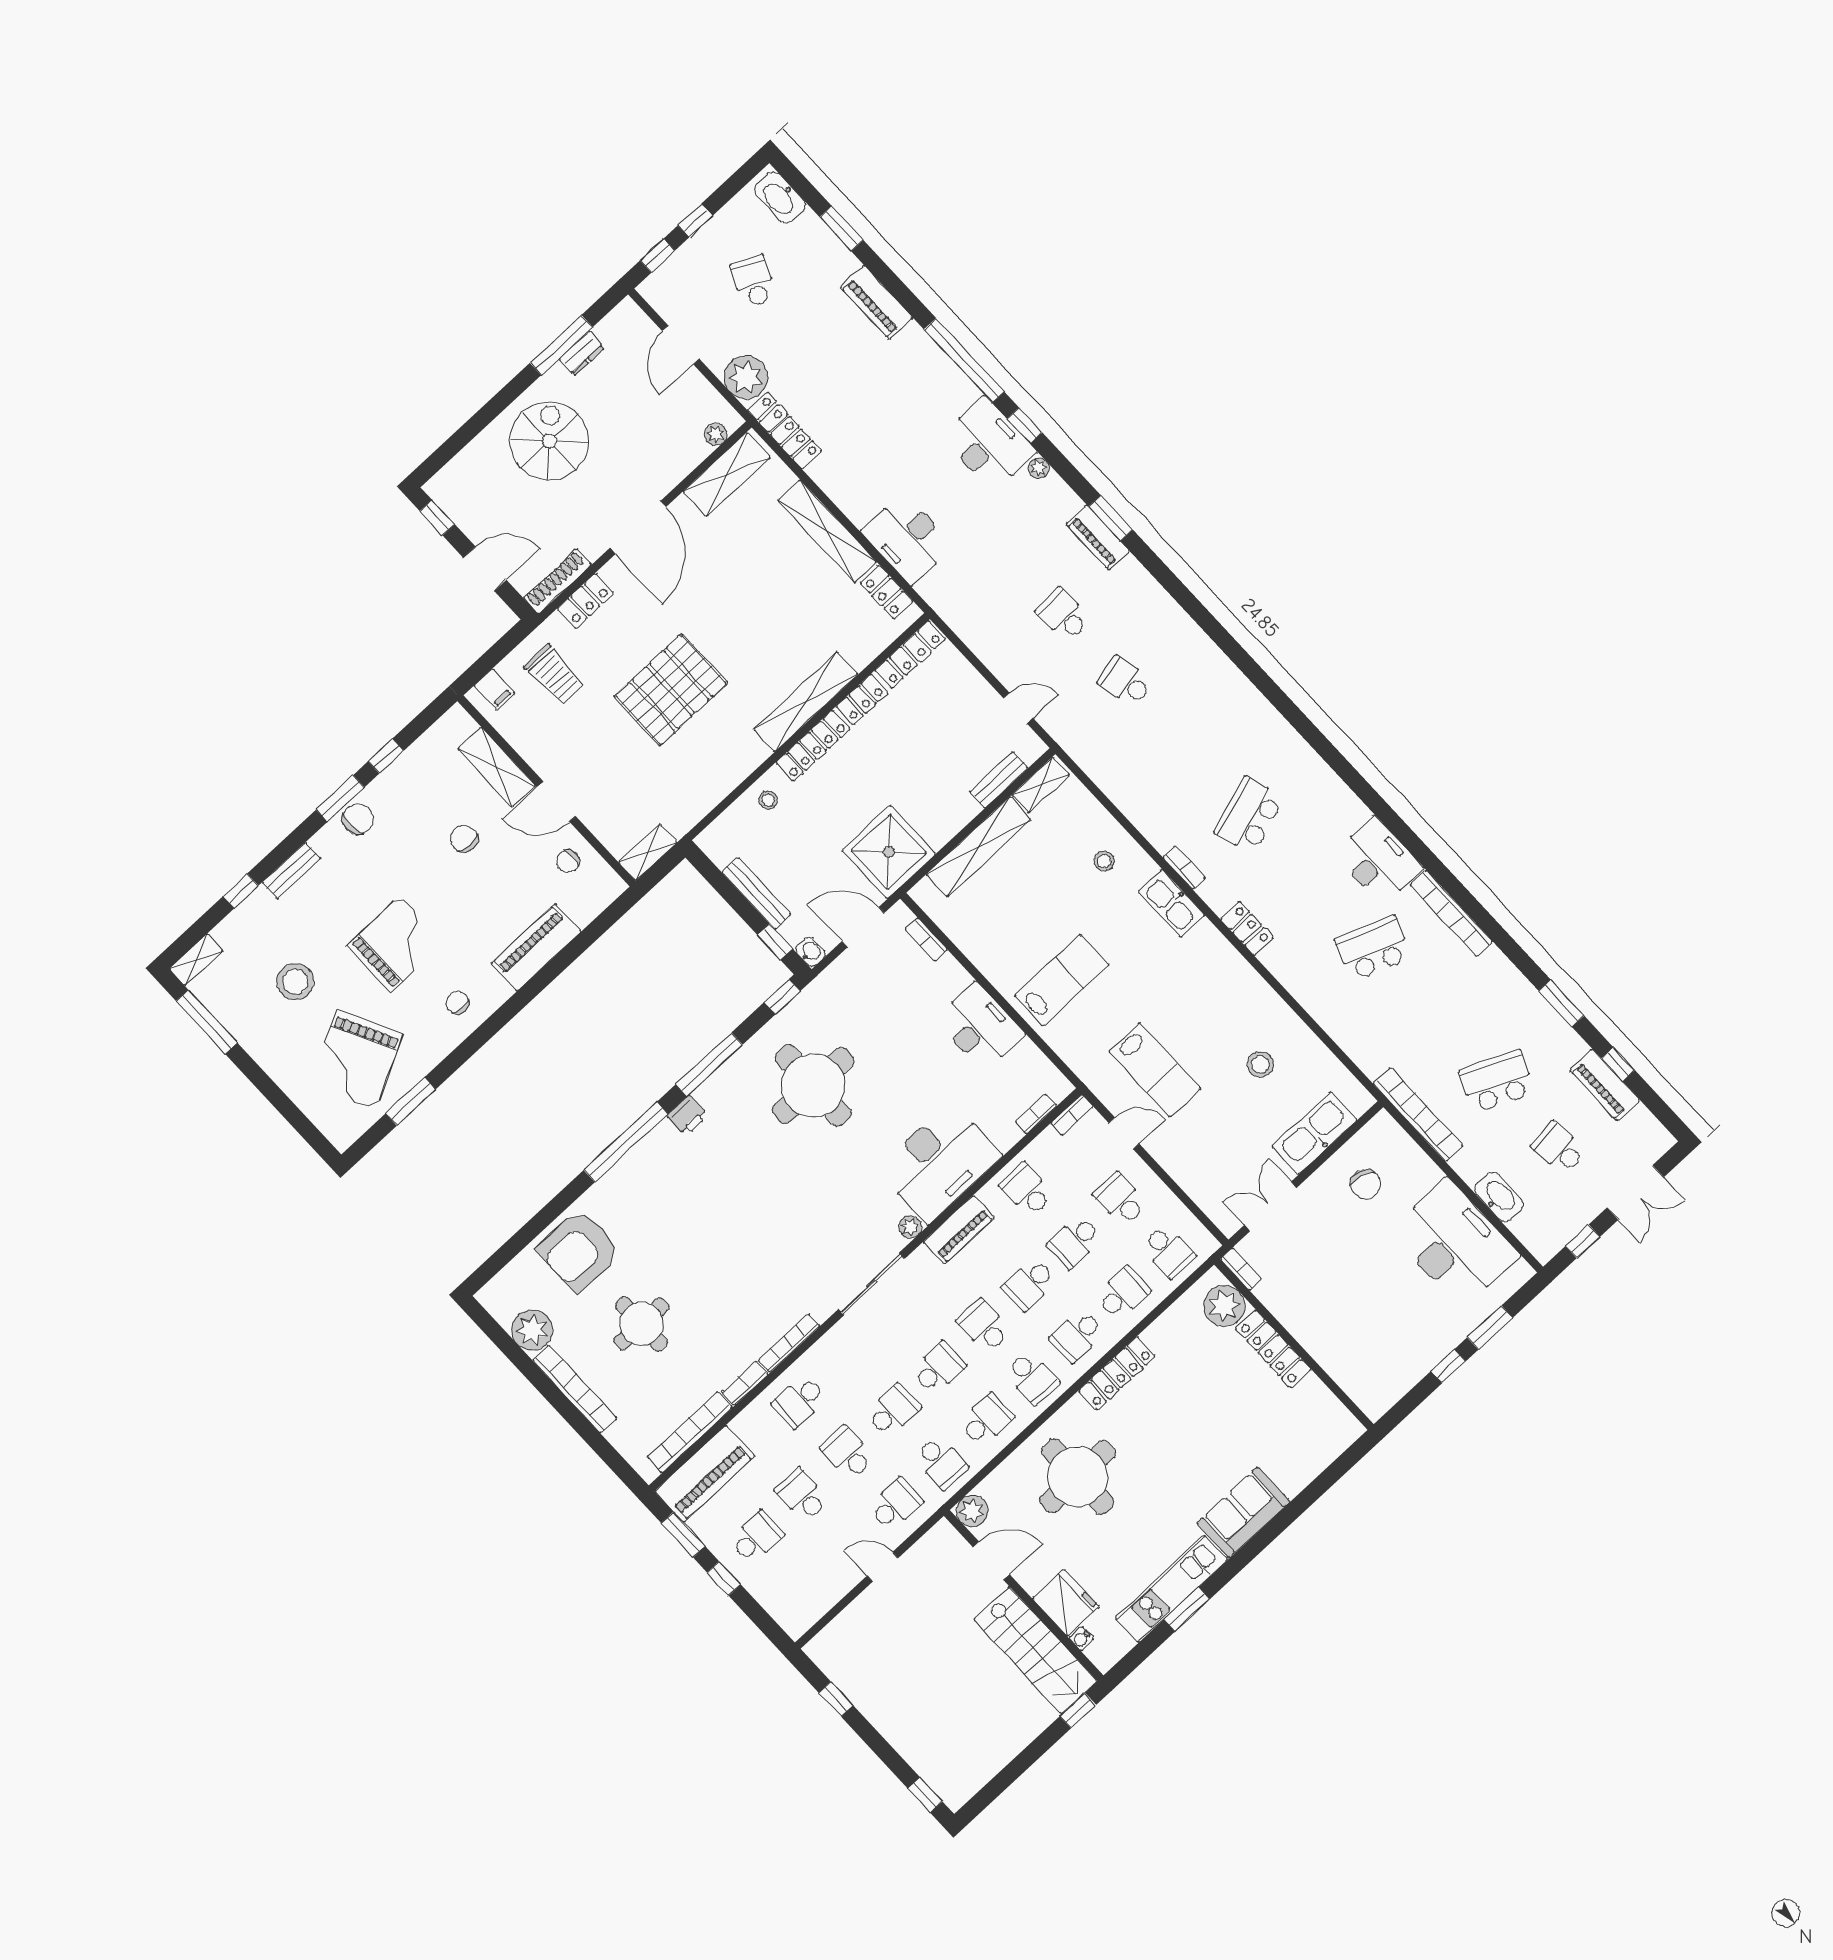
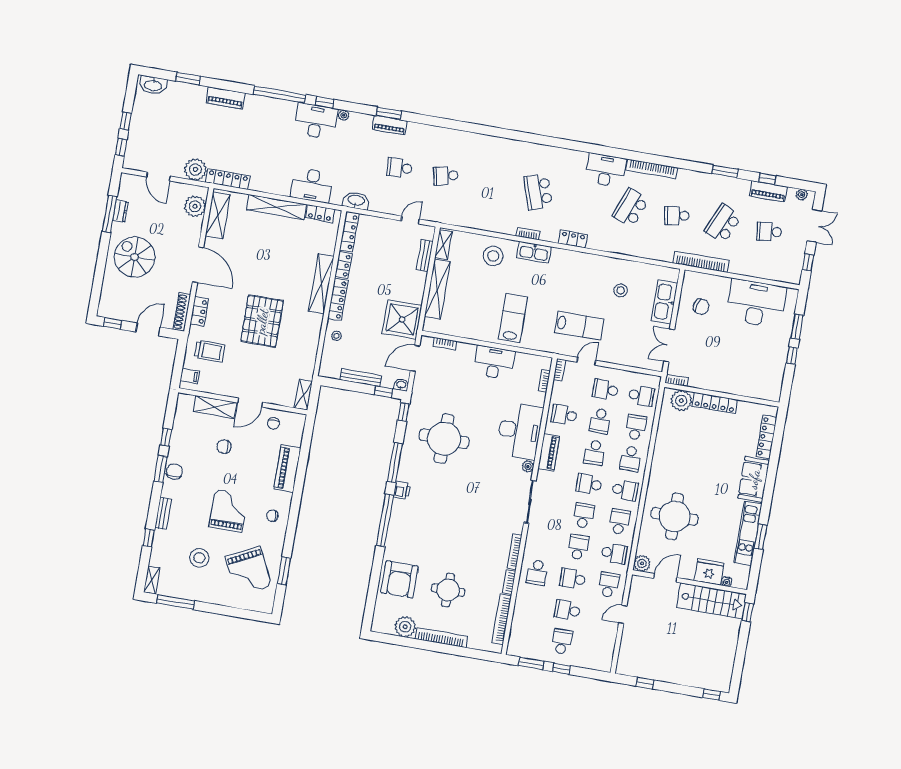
school desk: (753, 282) -> (677, 216), moved, turned -33
plant: (716, 434) -> (195, 206), width x1.88, depth x1.88
stool: (1104, 861) -> (493, 256), width x1.89, depth x1.89
plant: (1653, 1129) -> (802, 195), added
washbasin: (1499, 1197) -> (356, 201), moved
locker: (1117, 1373) -> (766, 437), moved, turned 180
piano: (705, 1474) -> (521, 632), removed

